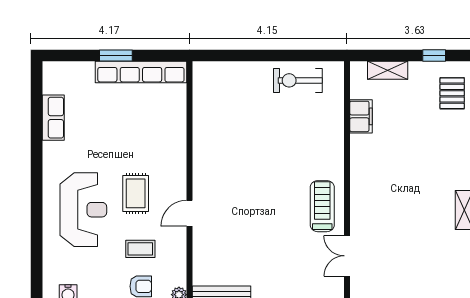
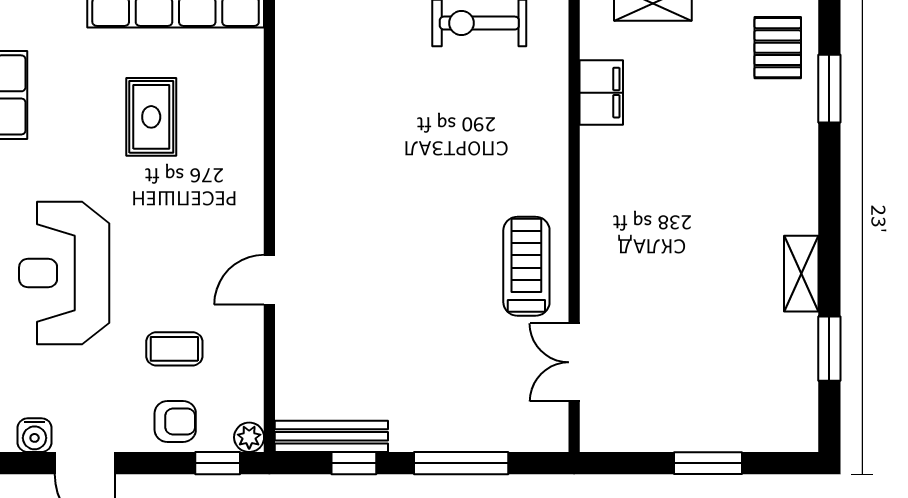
rug: (136, 193) -> (151, 117), moved
reception desk: (83, 210) -> (64, 273), turned 180

